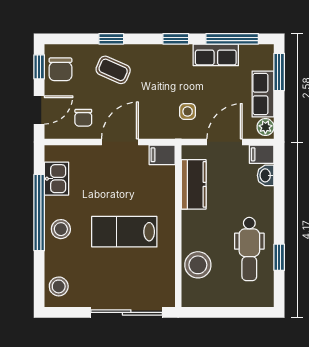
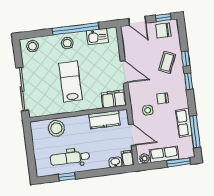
window: (176, 39) -> (189, 81), moved
chair: (83, 118) -> (163, 98), moved
filing cabinet: (162, 155) -> (114, 99), width x2.00

